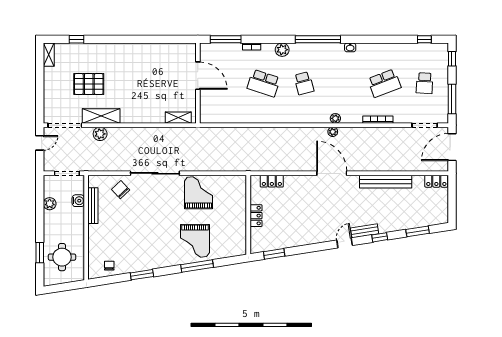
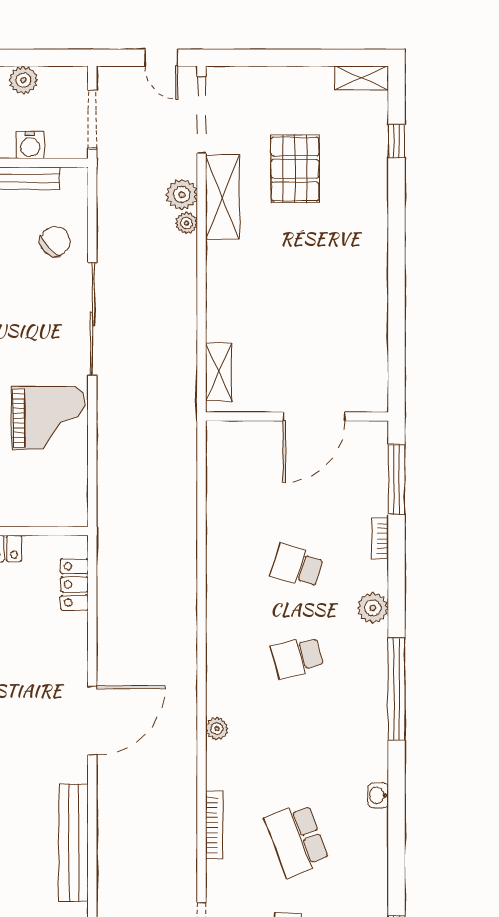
washbasin: (350, 47) -> (378, 795), moved
school desk: (264, 83) -> (297, 566), width x0.54
plant: (333, 132) -> (186, 223), moved

